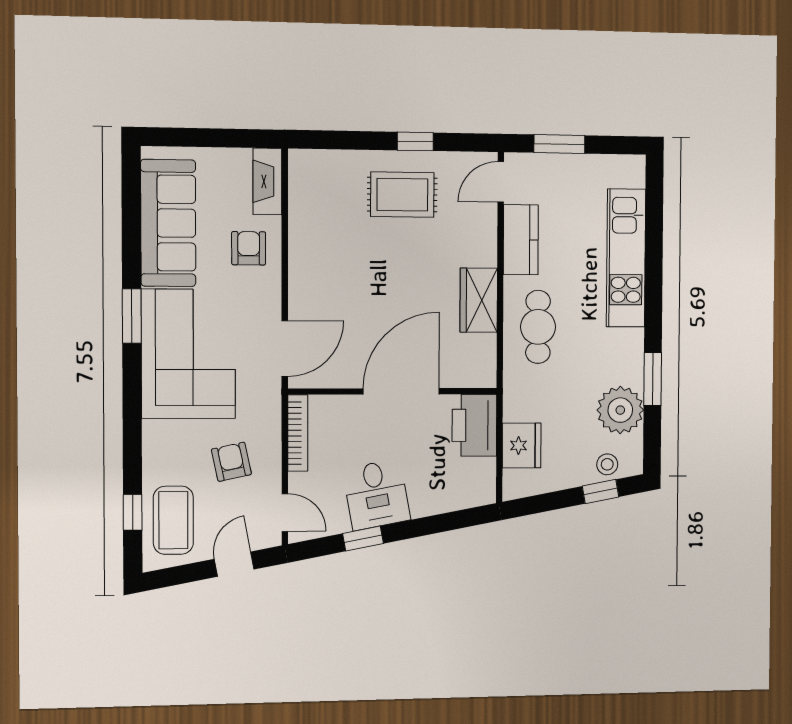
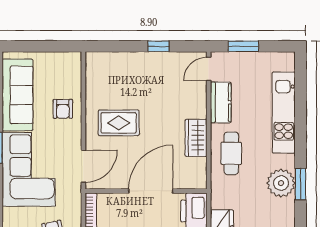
fireplace: (267, 181) -> (74, 71), removed
rug: (402, 195) -> (119, 123), moved
armchair: (249, 248) -> (63, 109), turned 180
plant: (620, 410) -> (281, 183), moved

